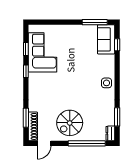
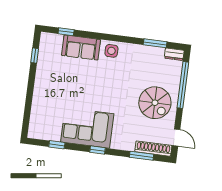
window: (95, 22) -> (35, 56), width x0.46
sofa: (106, 39) -> (81, 47), moved
corner sofa: (43, 52) -> (87, 128), moved
window: (26, 71) -> (98, 150), moved

